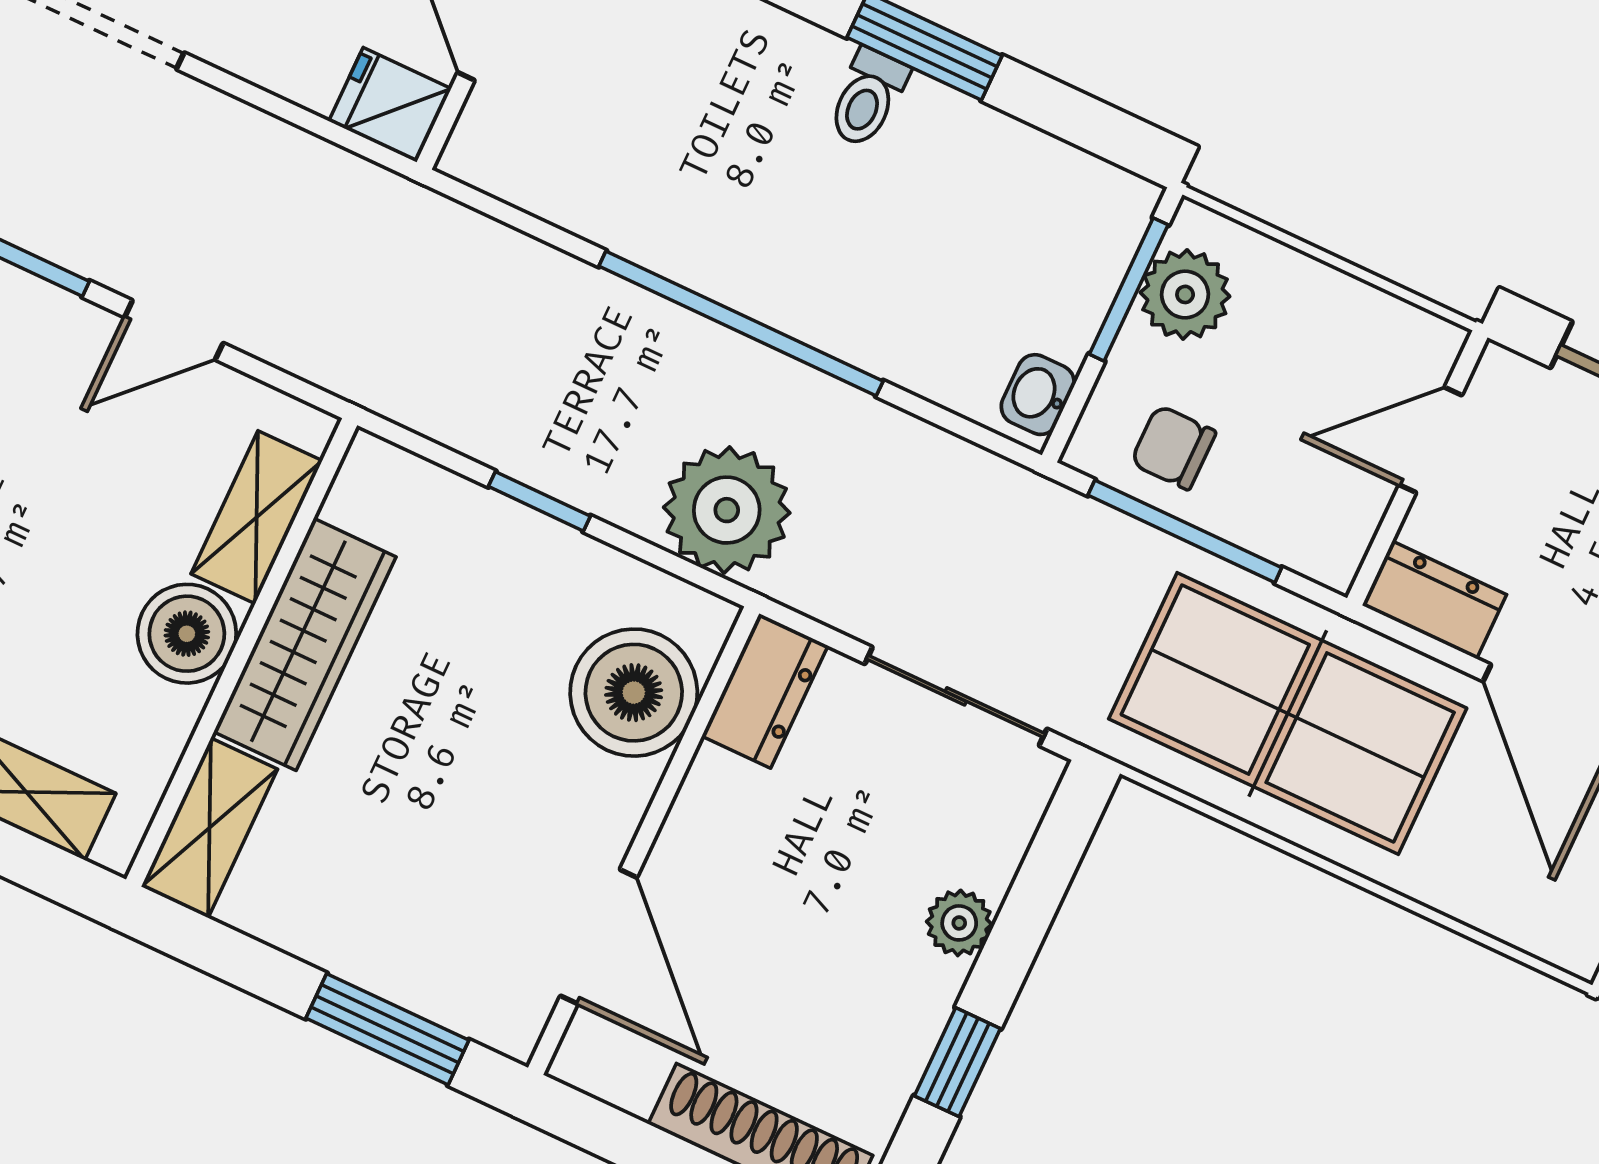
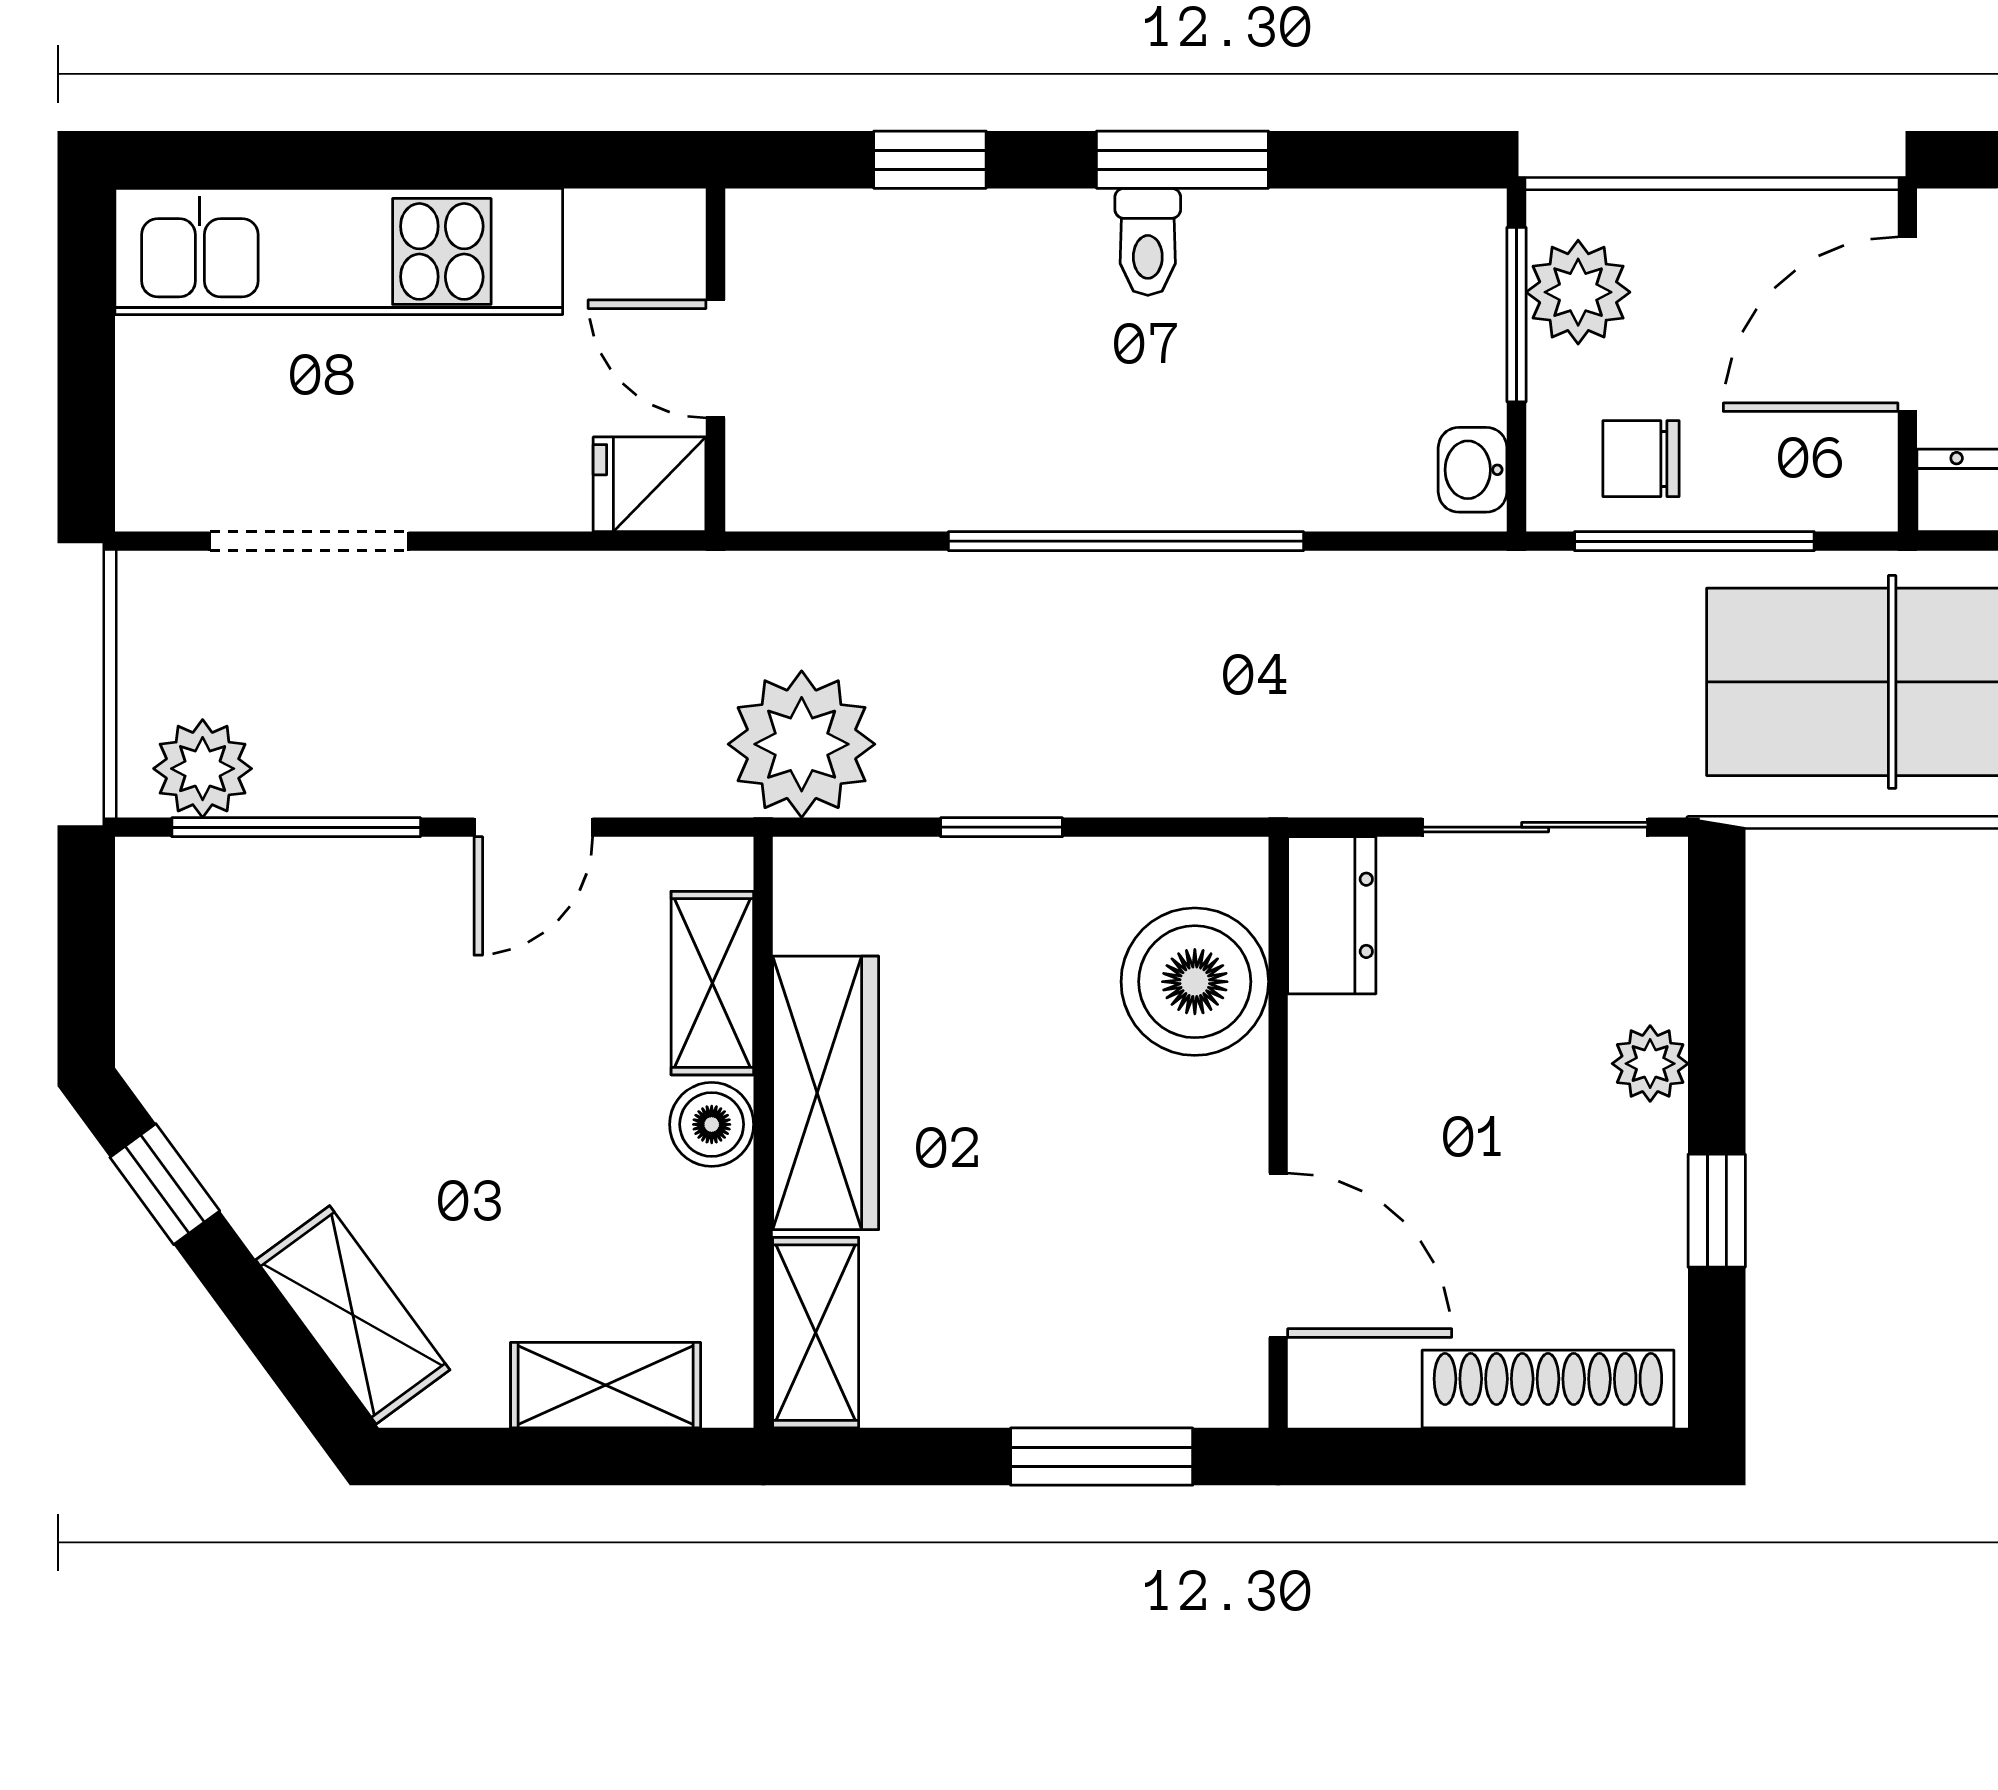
door: (1430, 440) -> (1907, 324), width x1.38
plant: (727, 510) -> (802, 744), moved
boiler: (187, 634) -> (712, 1124), width x0.73, depth x0.73

